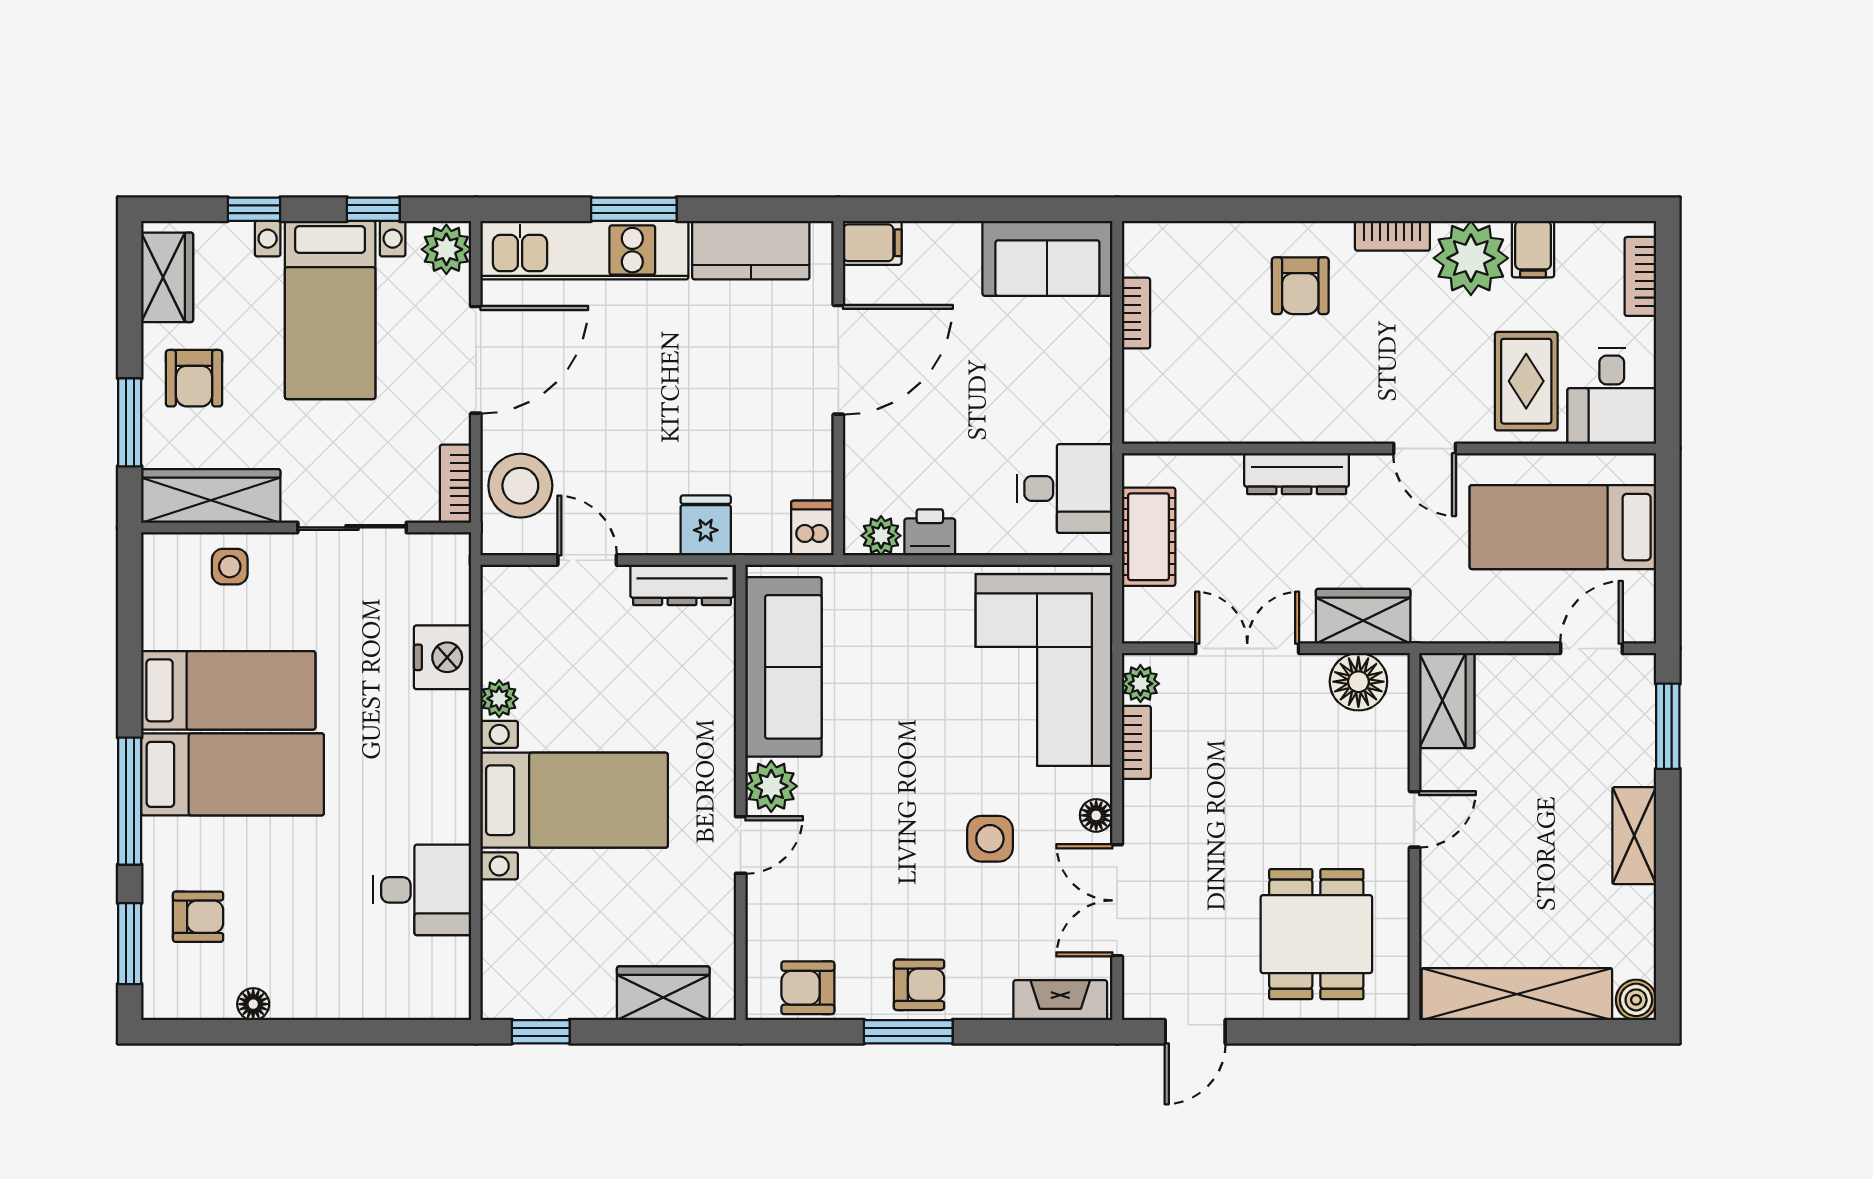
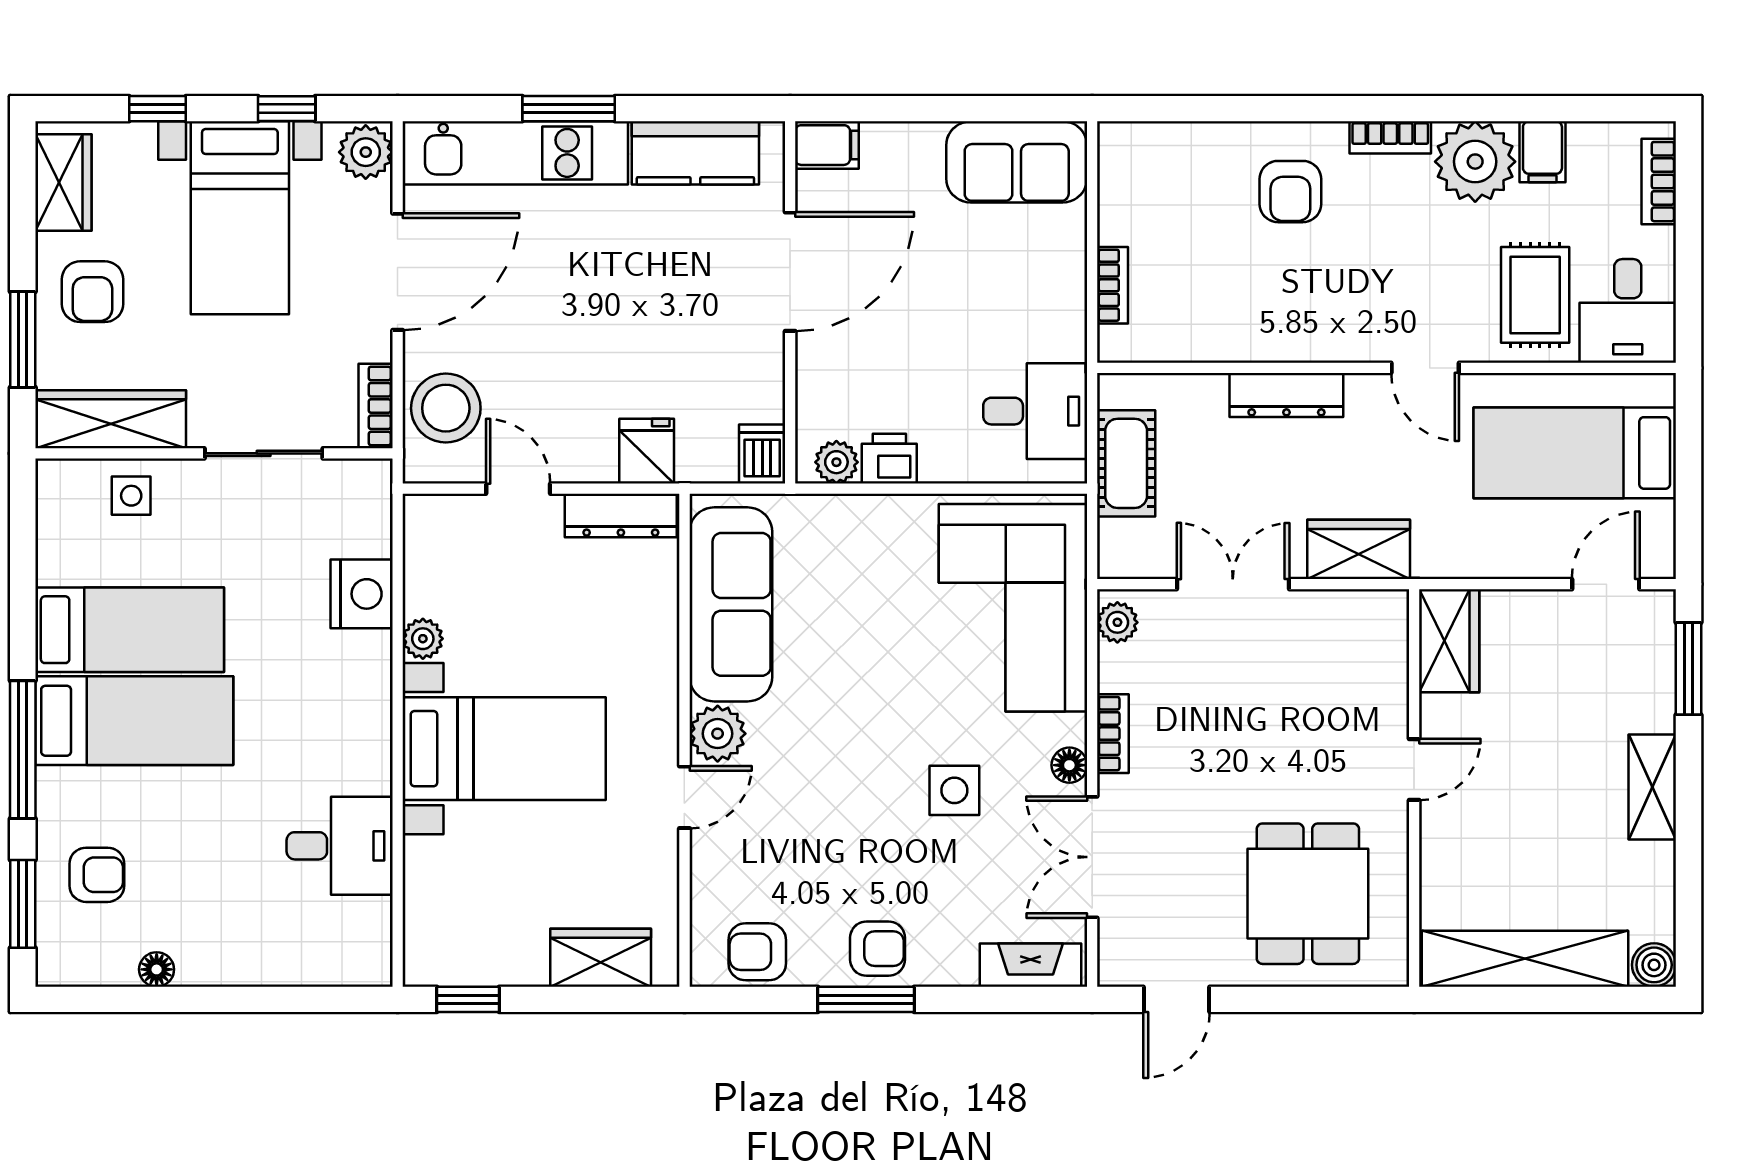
bookcase: (1136, 313) -> (1112, 285), moved
floor lamp: (1358, 682) -> (1353, 620), removed
bookcase: (1136, 742) -> (1113, 734), moved

